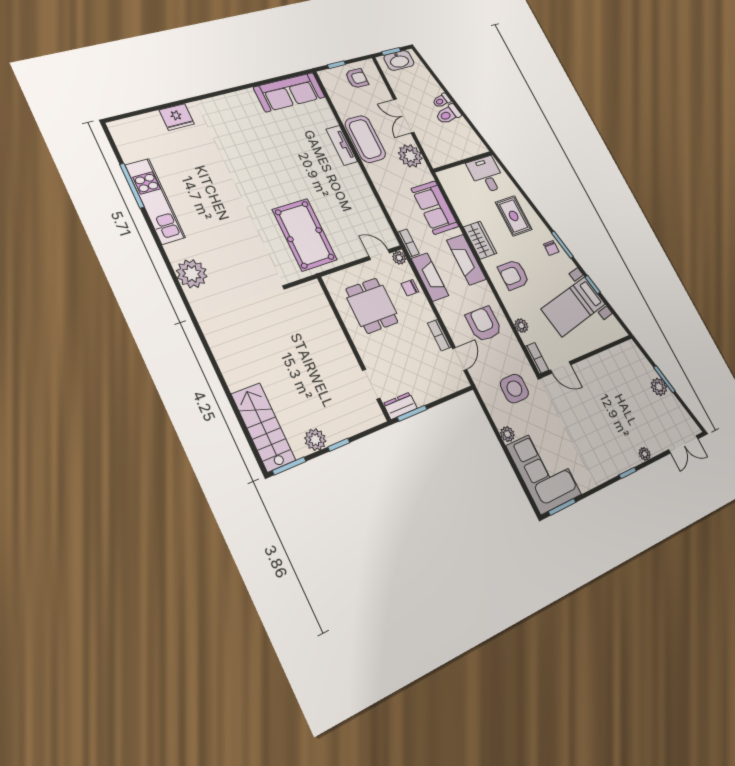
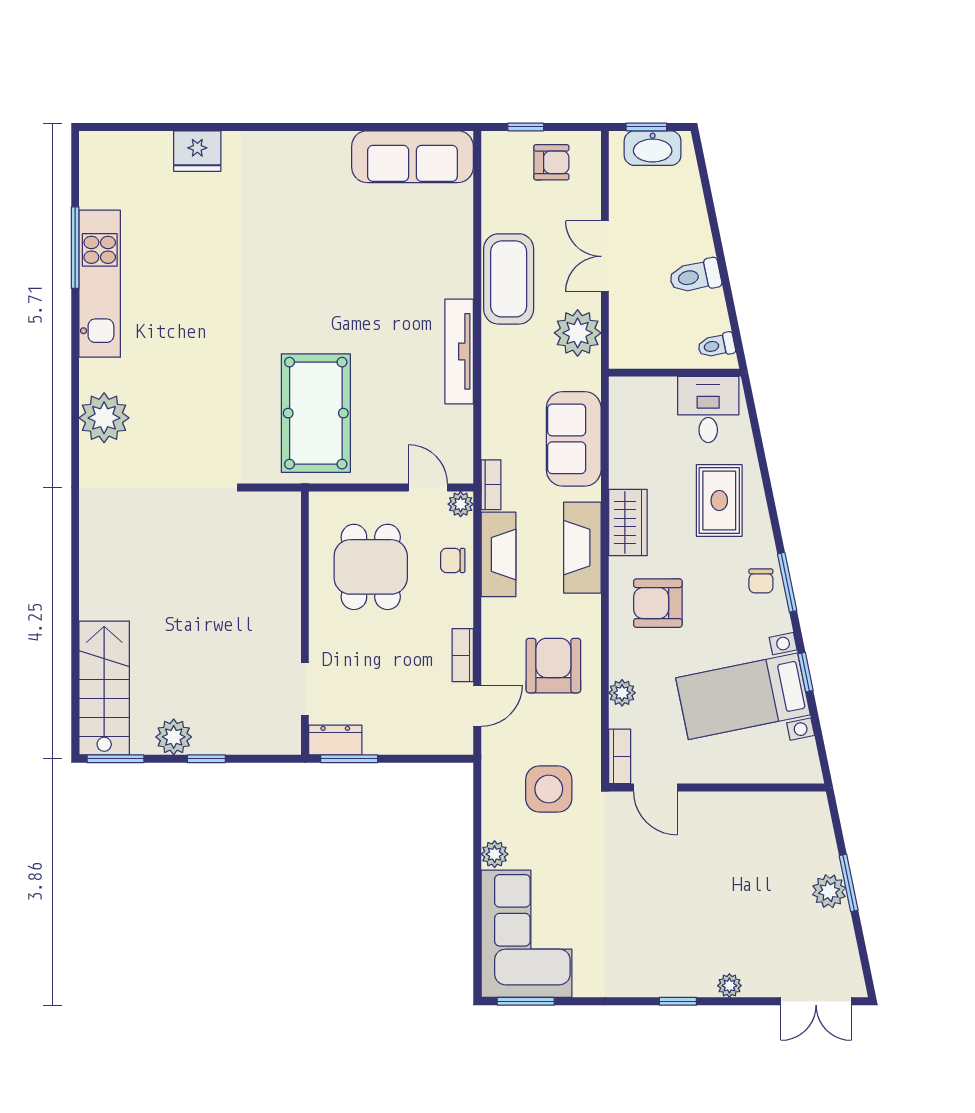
toilet: (442, 101) -> (716, 345), moved
tv unit: (342, 145) -> (459, 351), moved, width x1.41

